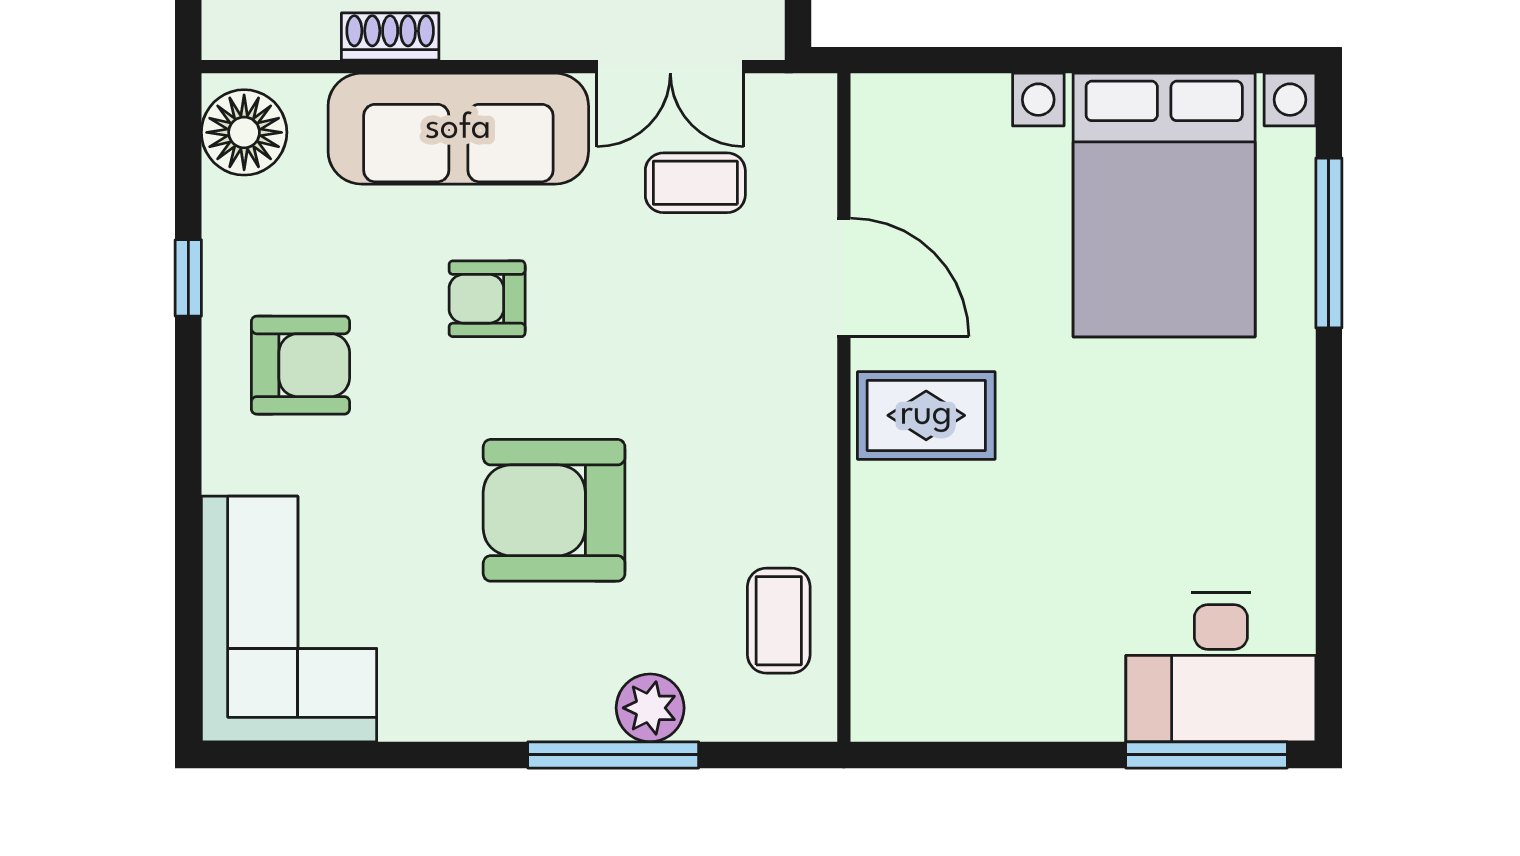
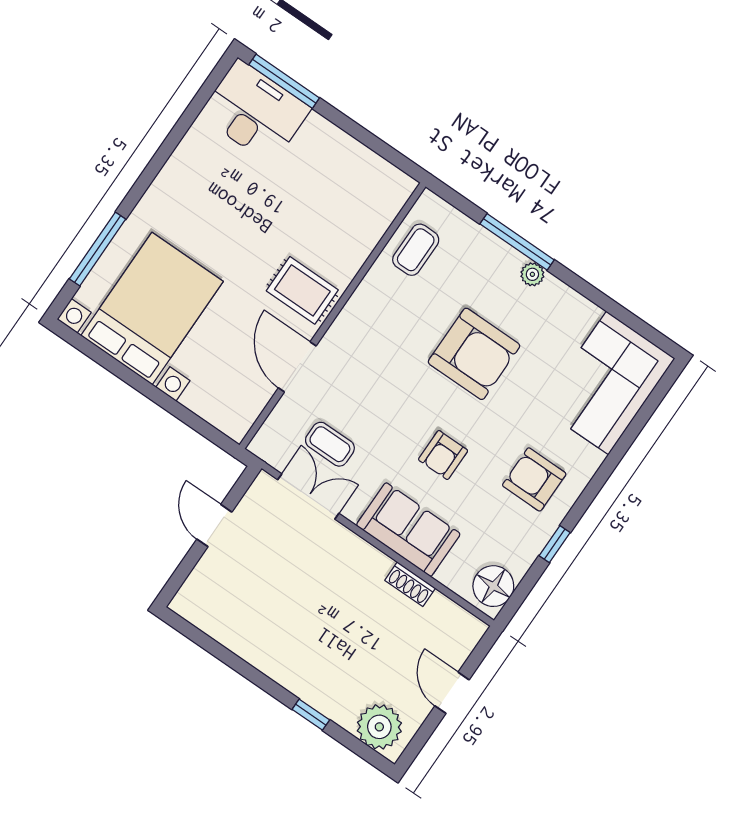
sofa: (458, 129) -> (408, 530), width x0.73
armchair: (487, 299) -> (443, 455), turned 90
plant: (650, 708) -> (532, 274), moved, width x0.73, depth x0.73

